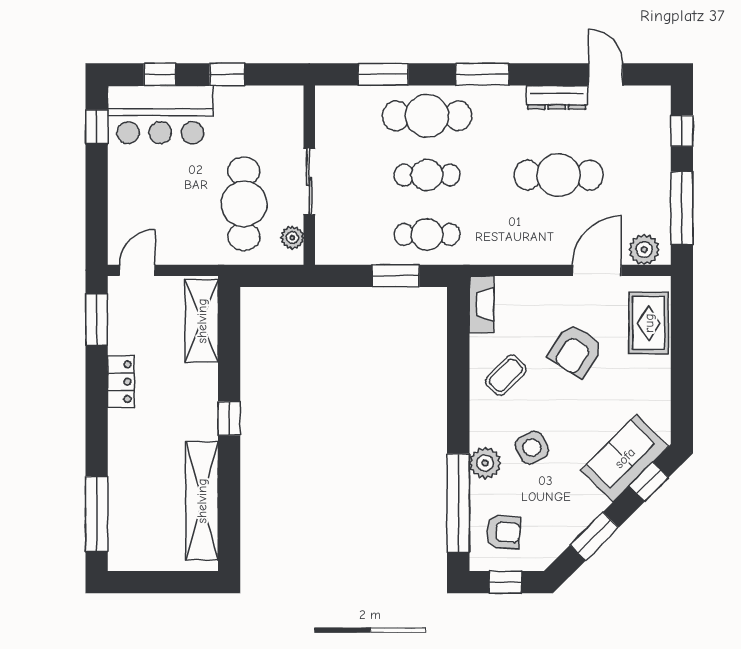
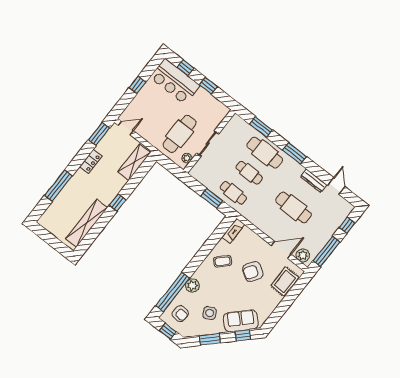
window: (97, 127) -> (138, 85), moved
side table: (532, 448) -> (210, 313), moved
window: (97, 514) -> (58, 186), moved

